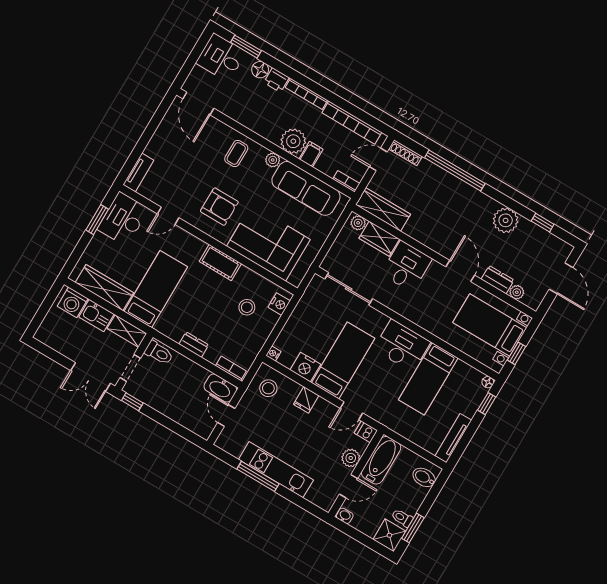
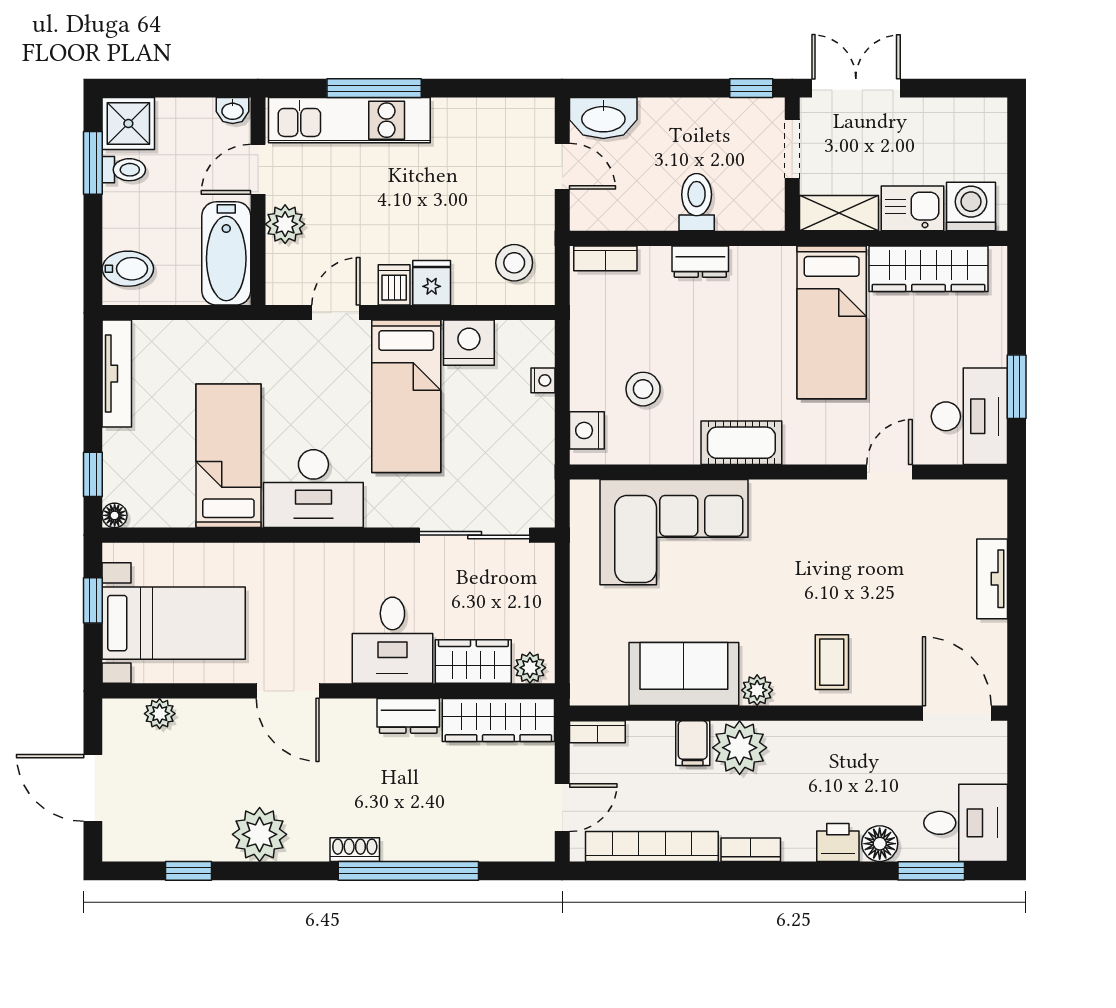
bookcase: (306, 94) -> (751, 850), width x0.64
shoe rack: (405, 153) -> (355, 850), moved, width x0.70
tv unit: (138, 172) -> (992, 579), moved
sofa: (306, 188) -> (684, 674), width x0.73
armchair: (219, 207) -> (805, 545), removed
dresser: (498, 280) -> (408, 716), moved
toilet: (159, 353) -> (697, 202), moved, turned 90
nightstand: (273, 354) -> (543, 380), moved
washbasin: (220, 388) -> (603, 118), moved, turned 180
dishwasher: (366, 432) -> (394, 285), moved, turned -90
kitchen unit: (276, 470) -> (349, 120), moved
window: (258, 476) -> (374, 88), moved

